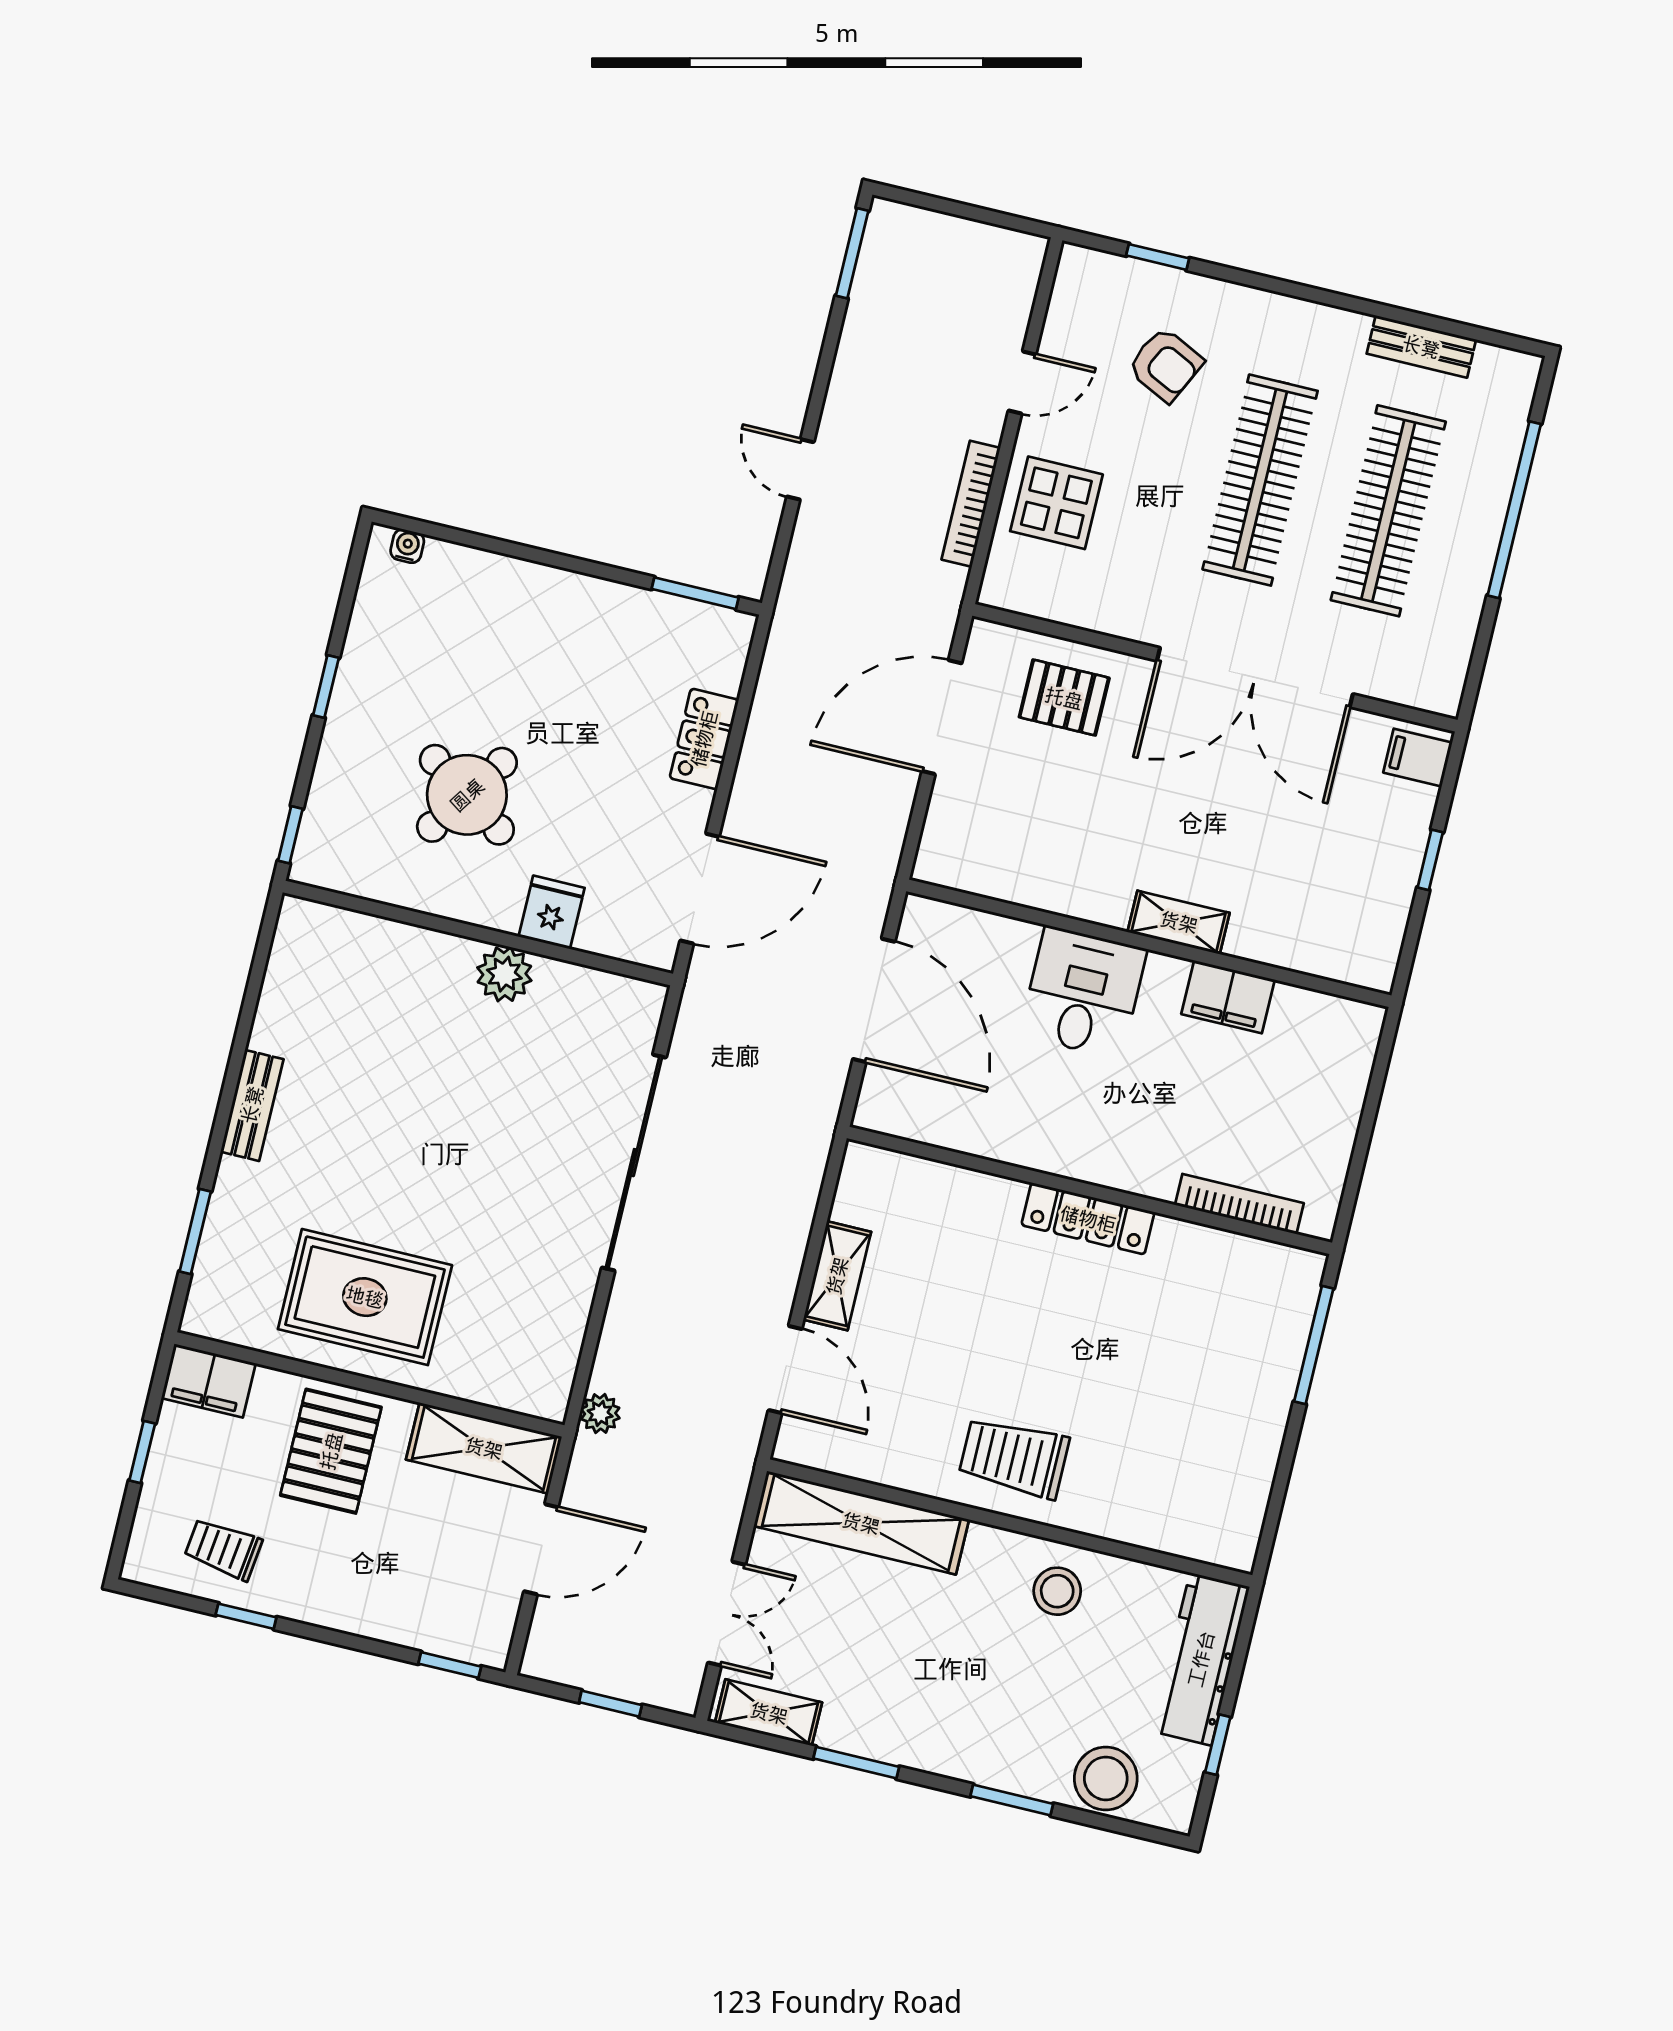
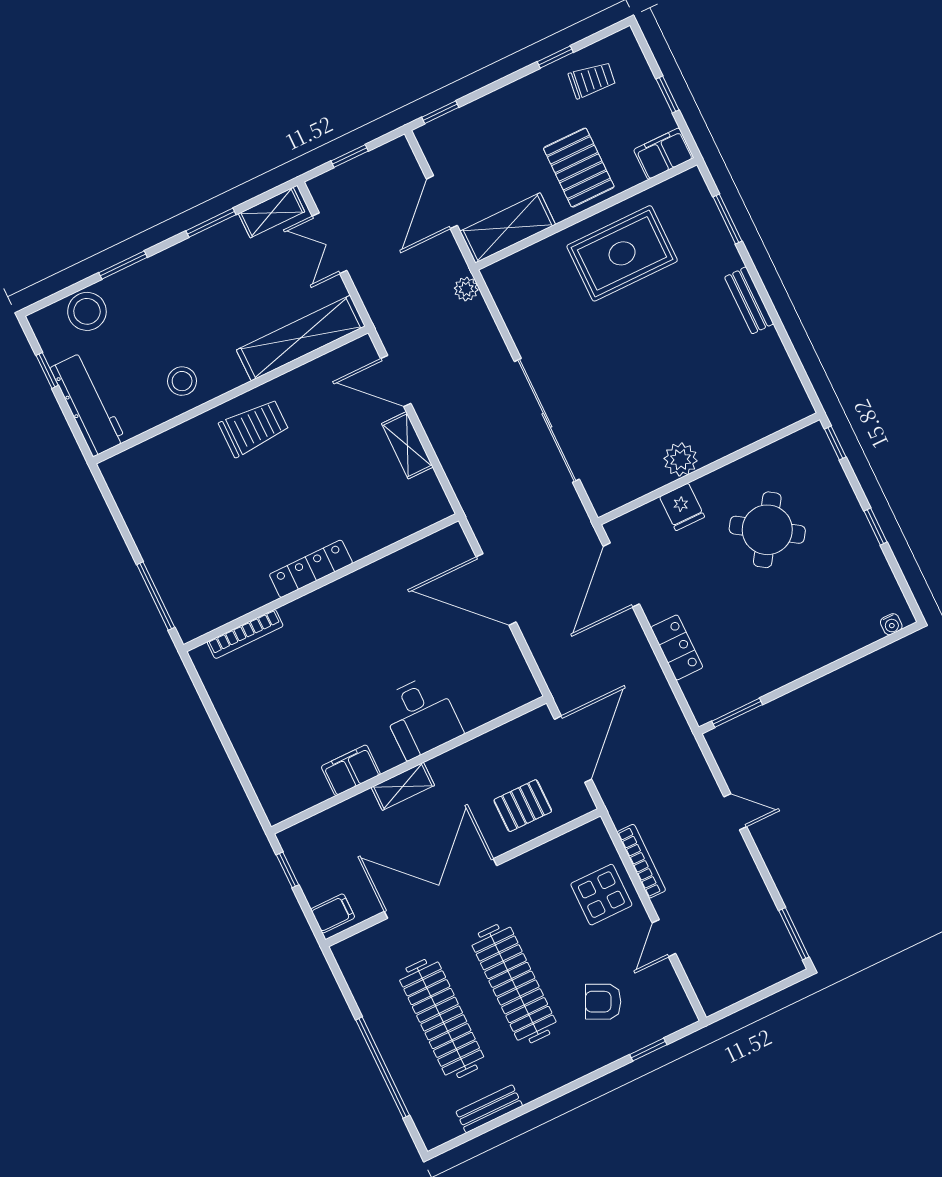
shelving: (1179, 922) -> (403, 786), moved
wall: (1149, 943) -> (409, 765), moved
desk: (1083, 992) -> (421, 717), moved
filing cabinet: (1228, 997) -> (351, 770), moved

